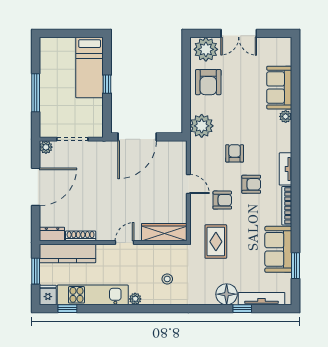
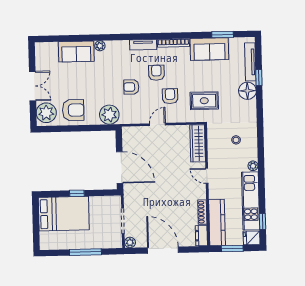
bed: (90, 68) -> (64, 214), width x1.50

